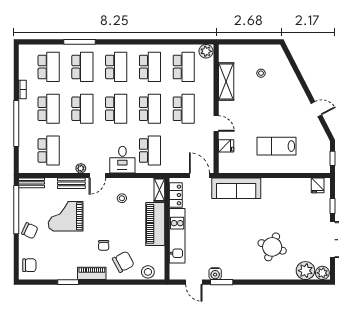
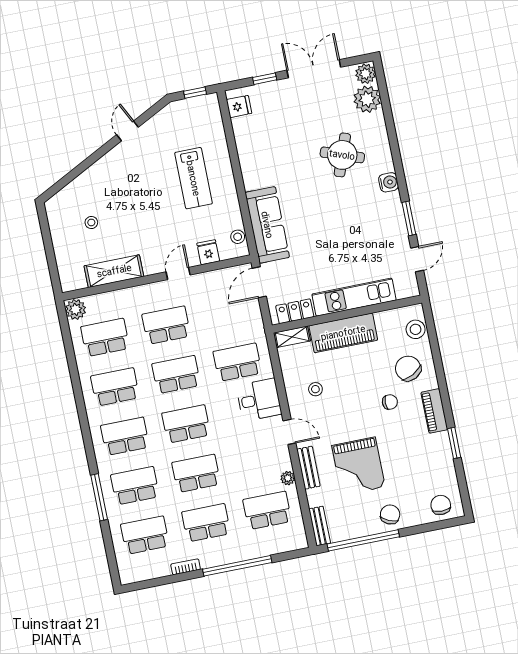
stool: (232, 167) -> (238, 237), added
plant: (81, 168) -> (288, 478), moved
water cooler: (215, 274) -> (389, 182), moved

